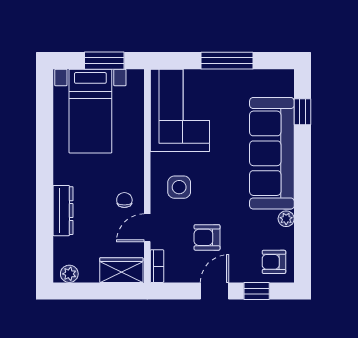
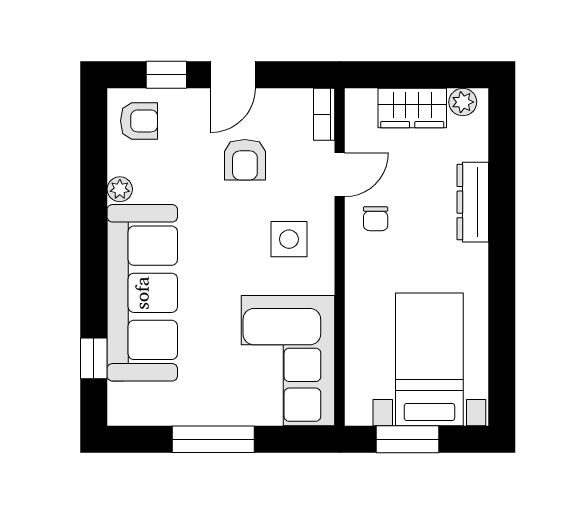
armchair: (207, 237) -> (245, 160), turned 90
wardrobe: (121, 270) -> (412, 108), moved

